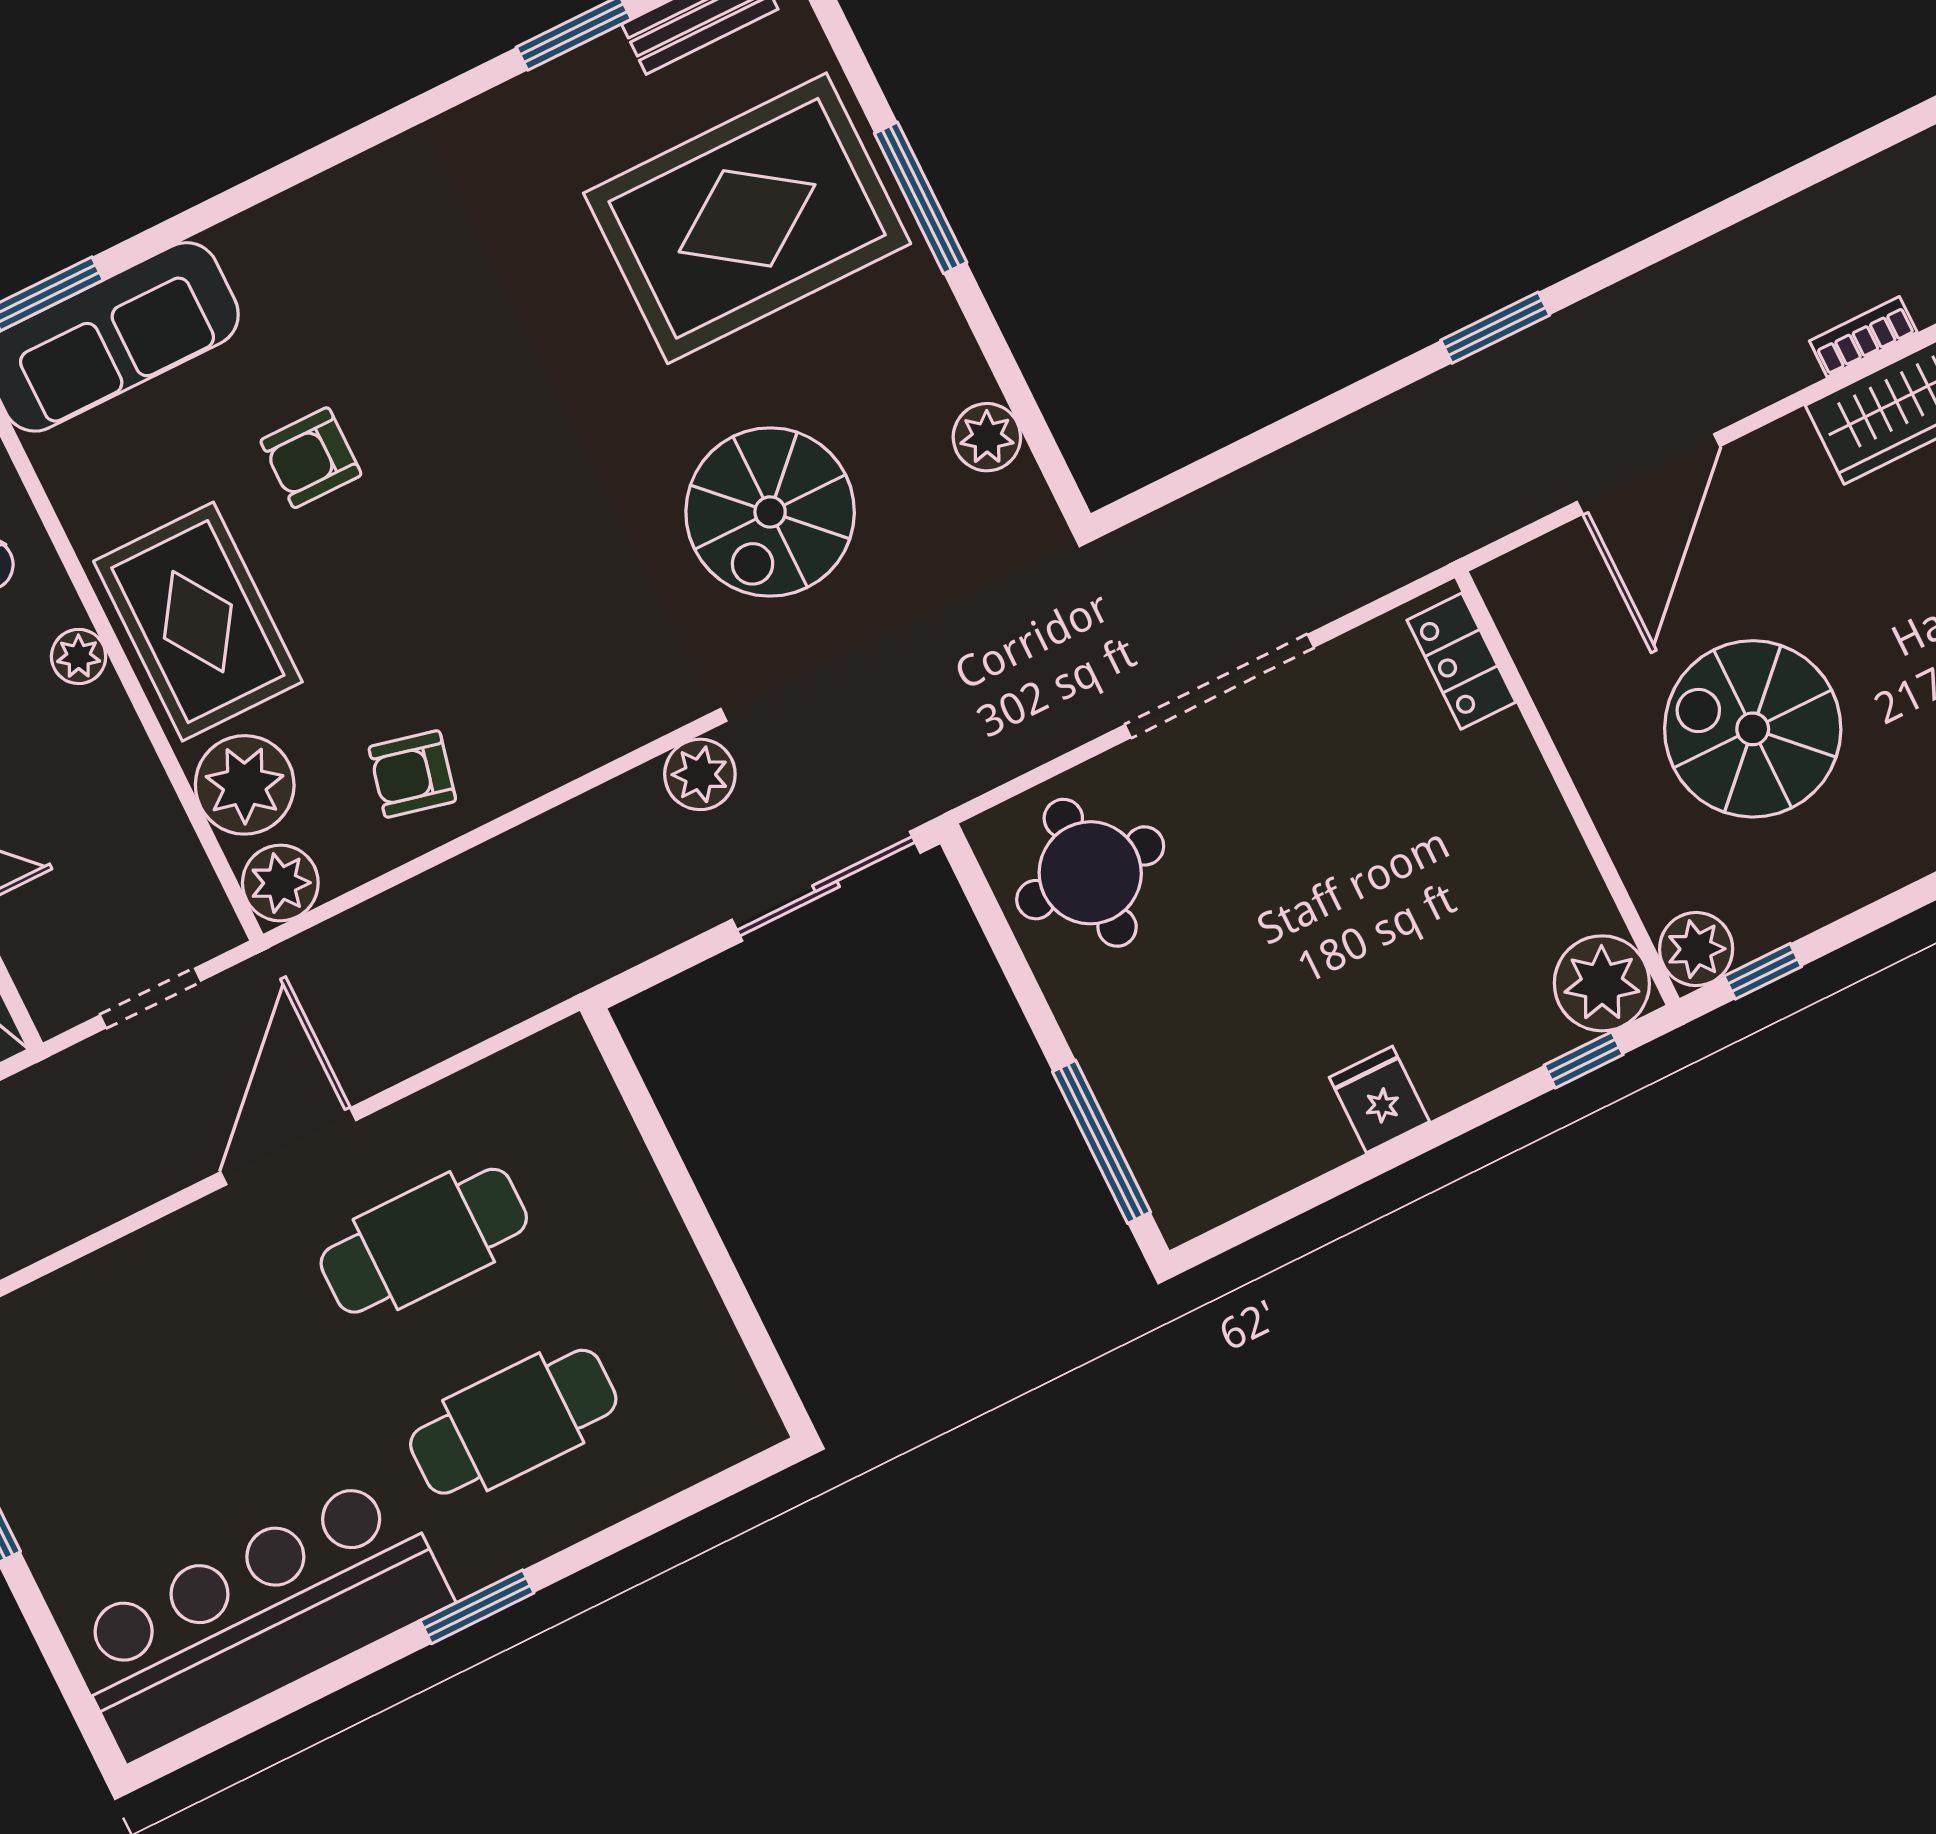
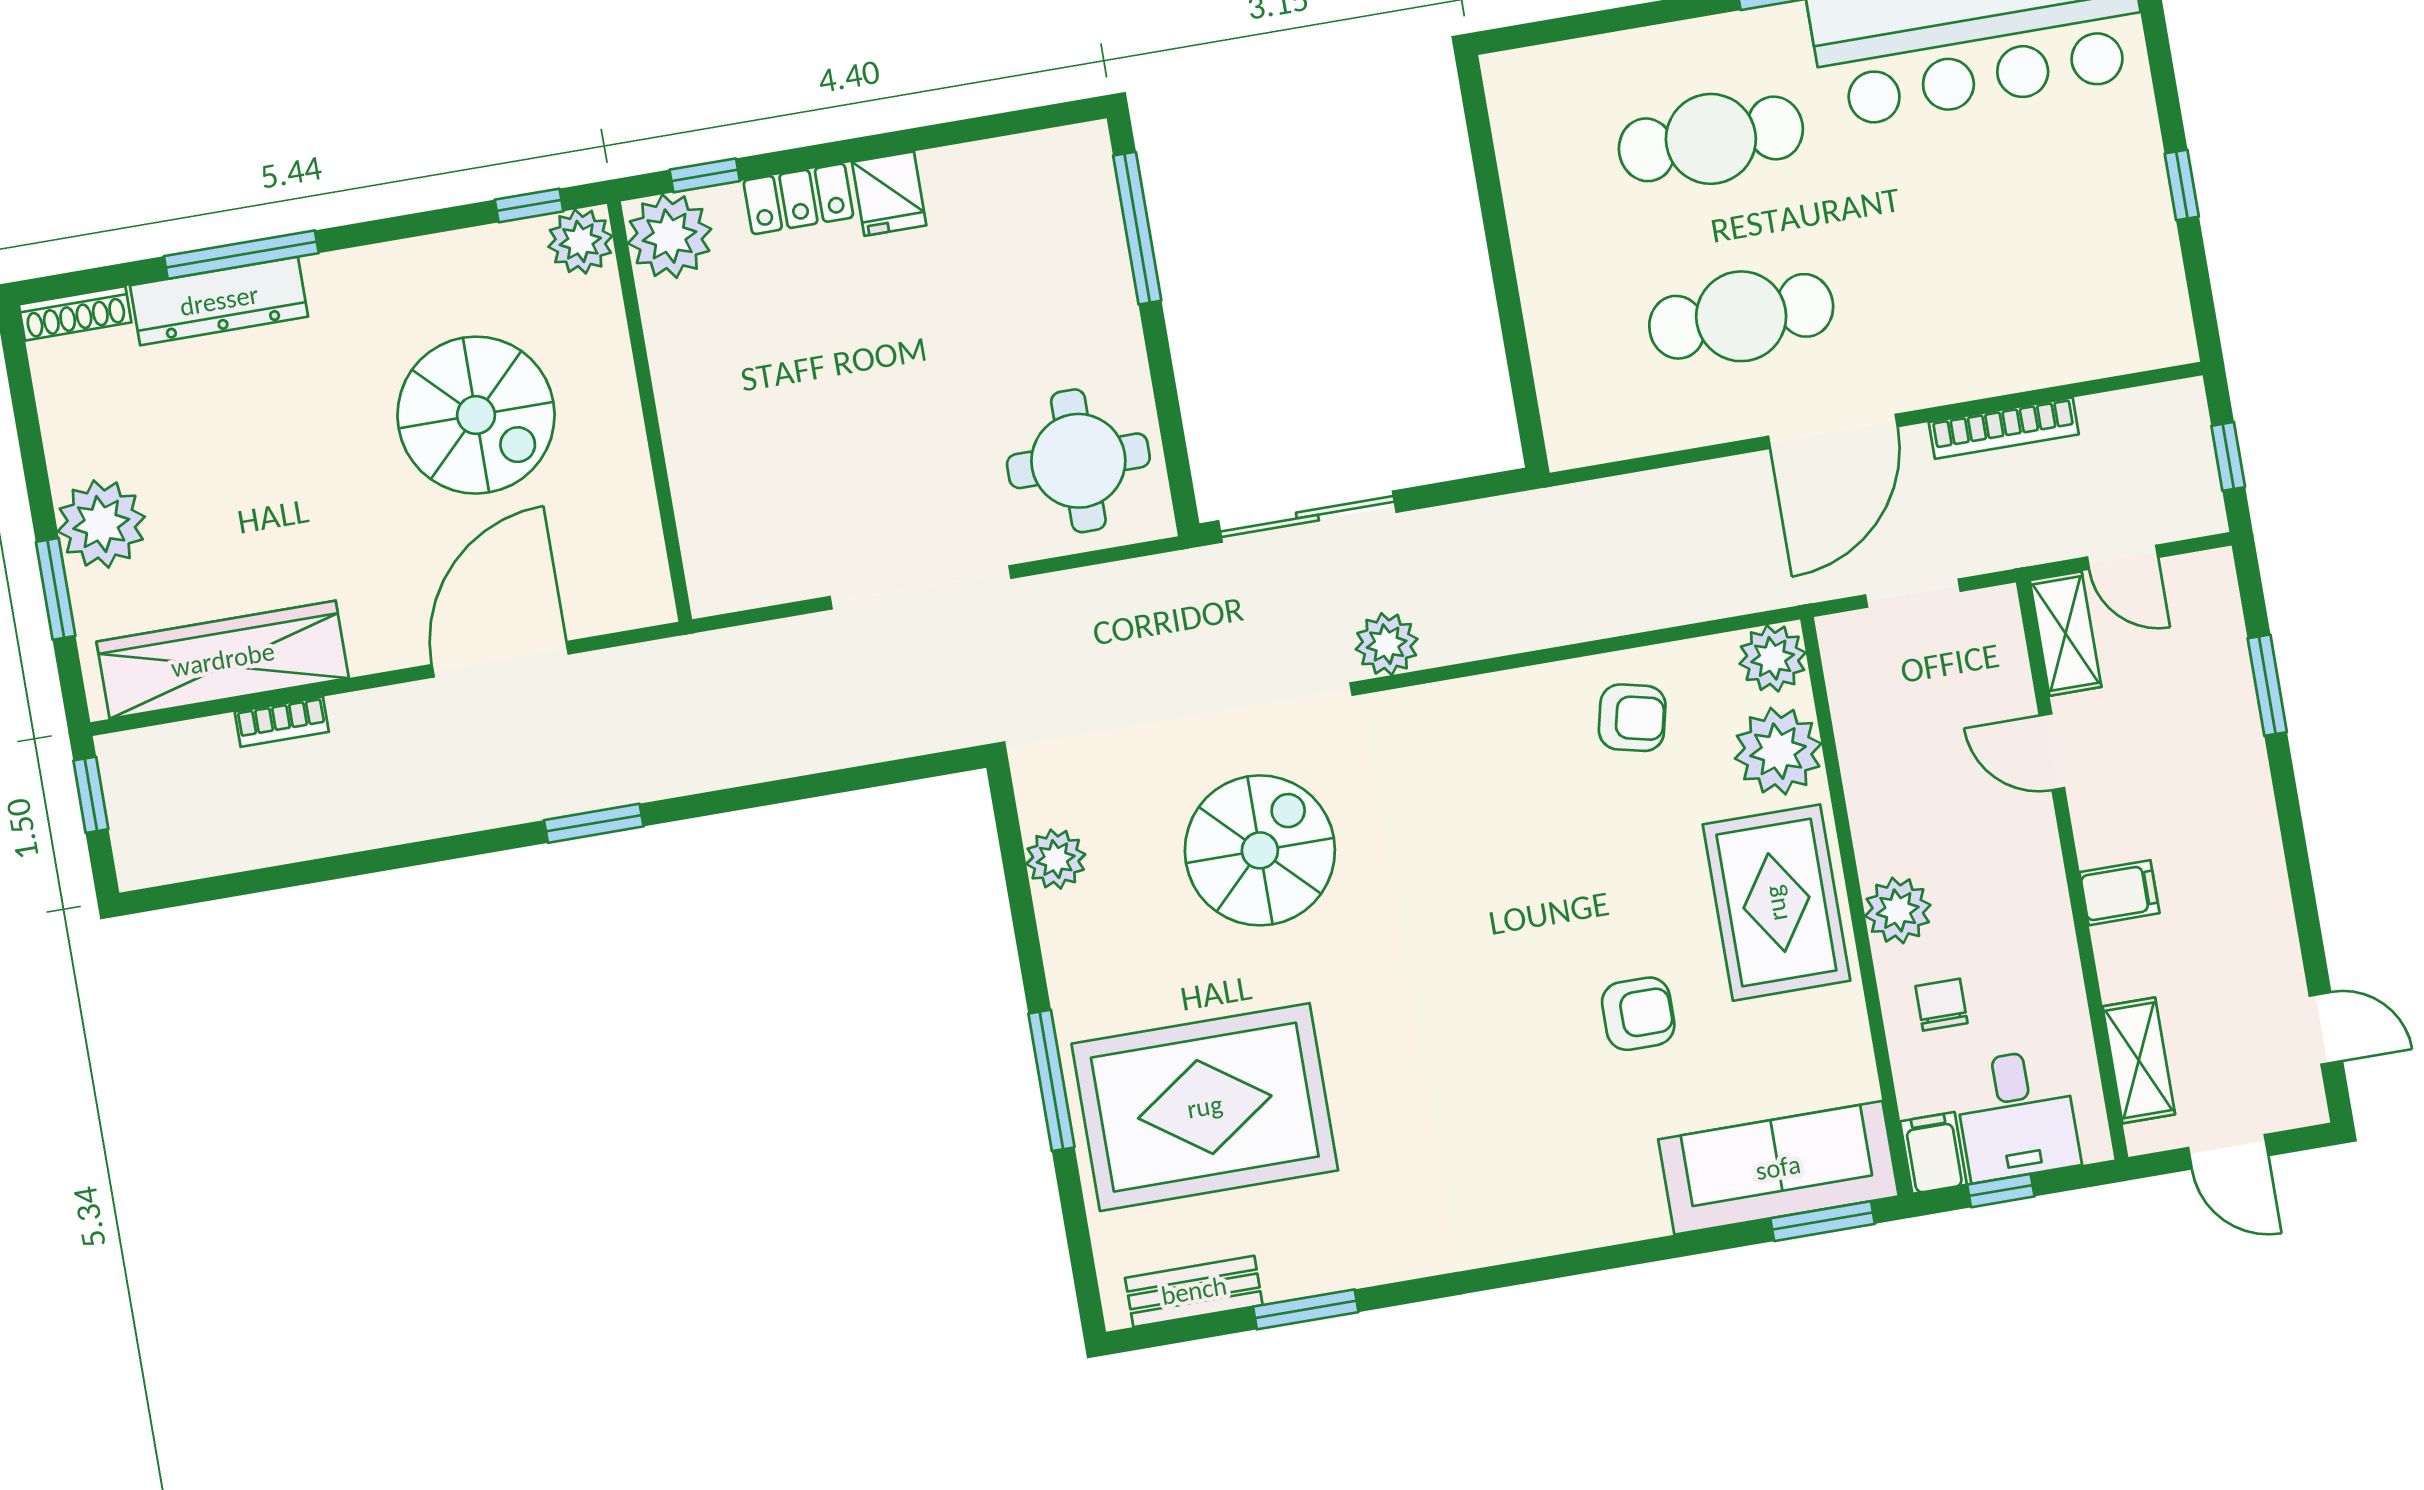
plant: (79, 656) -> (1898, 910), width x1.38, depth x1.38
locker: (1461, 661) -> (798, 199), moved, turned 90
bookcase: (106, 1204) -> (2004, 428), added

